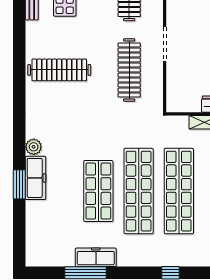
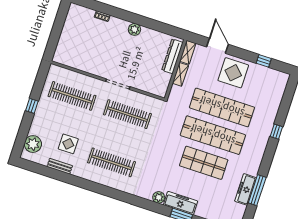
clothes rail: (59, 70) -> (112, 162), turned 90
freezer: (96, 257) -> (246, 189), moved

